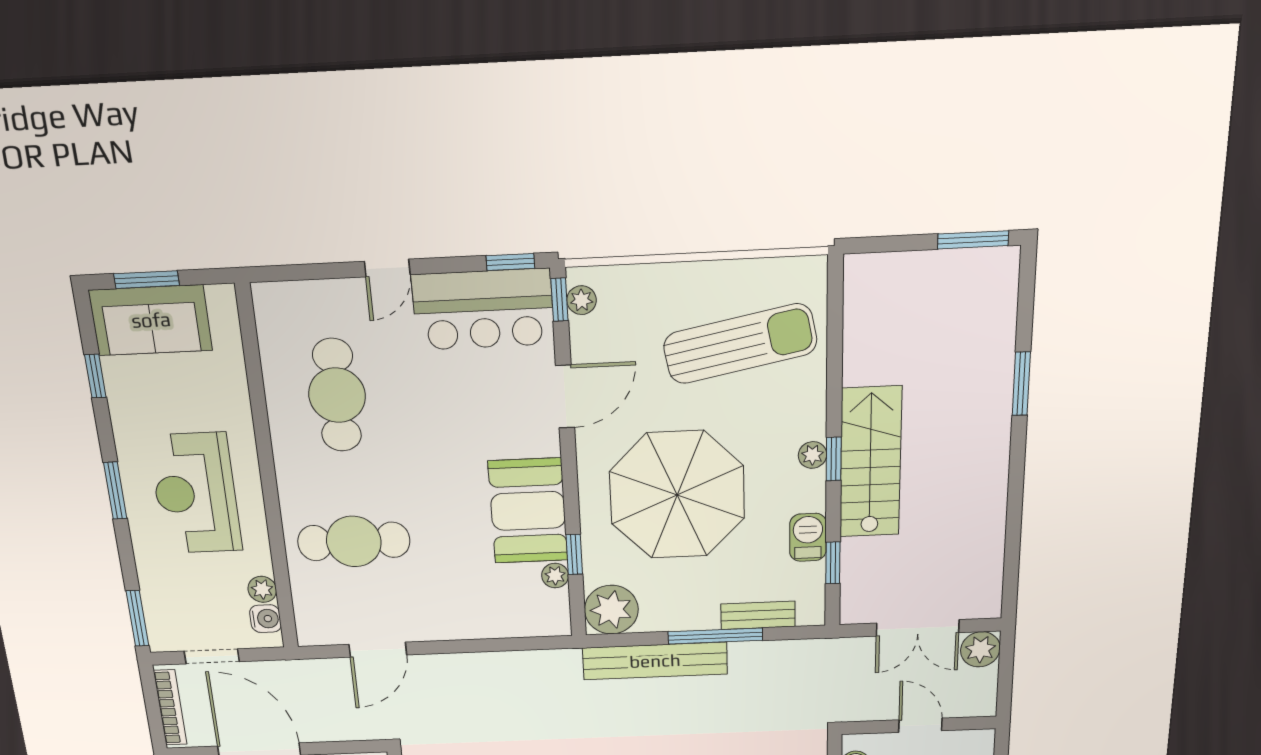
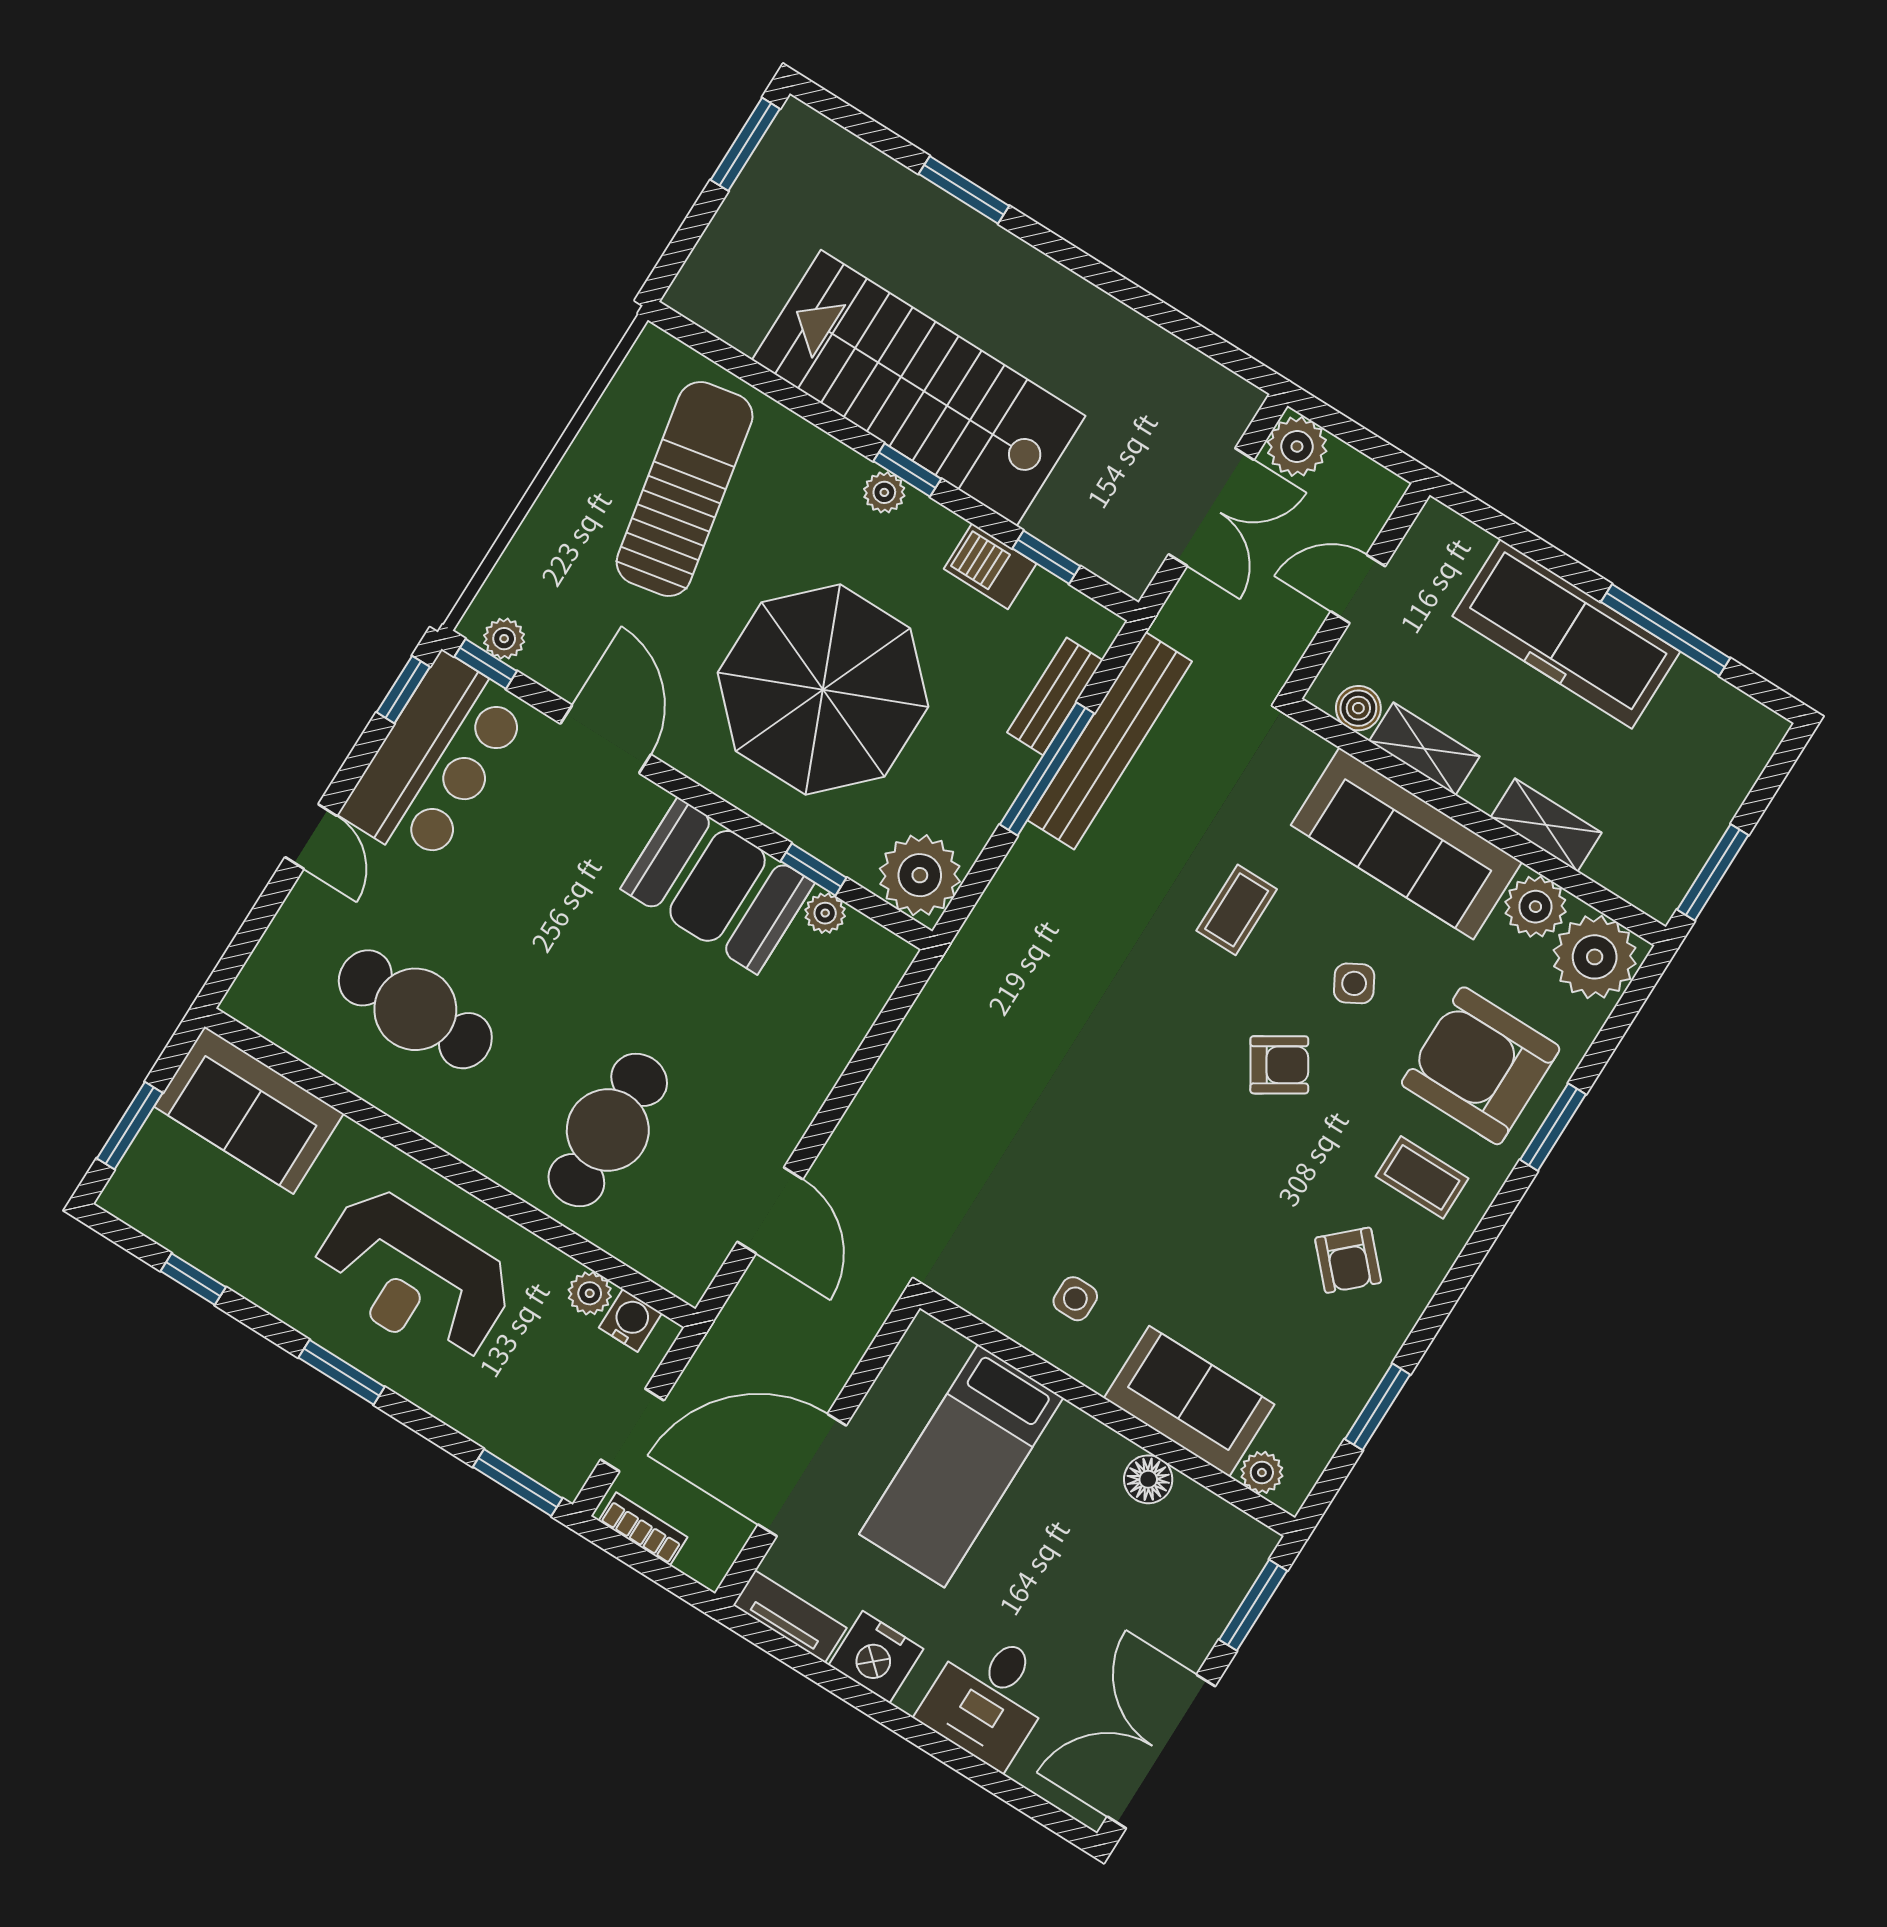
sofa: (151, 320) -> (249, 1110), moved, turned 90
stairs: (870, 462) -> (919, 388), width x1.36, depth x1.51
bench: (655, 661) -> (1110, 741), moved
bookcase: (170, 707) -> (643, 1529), width x0.64

